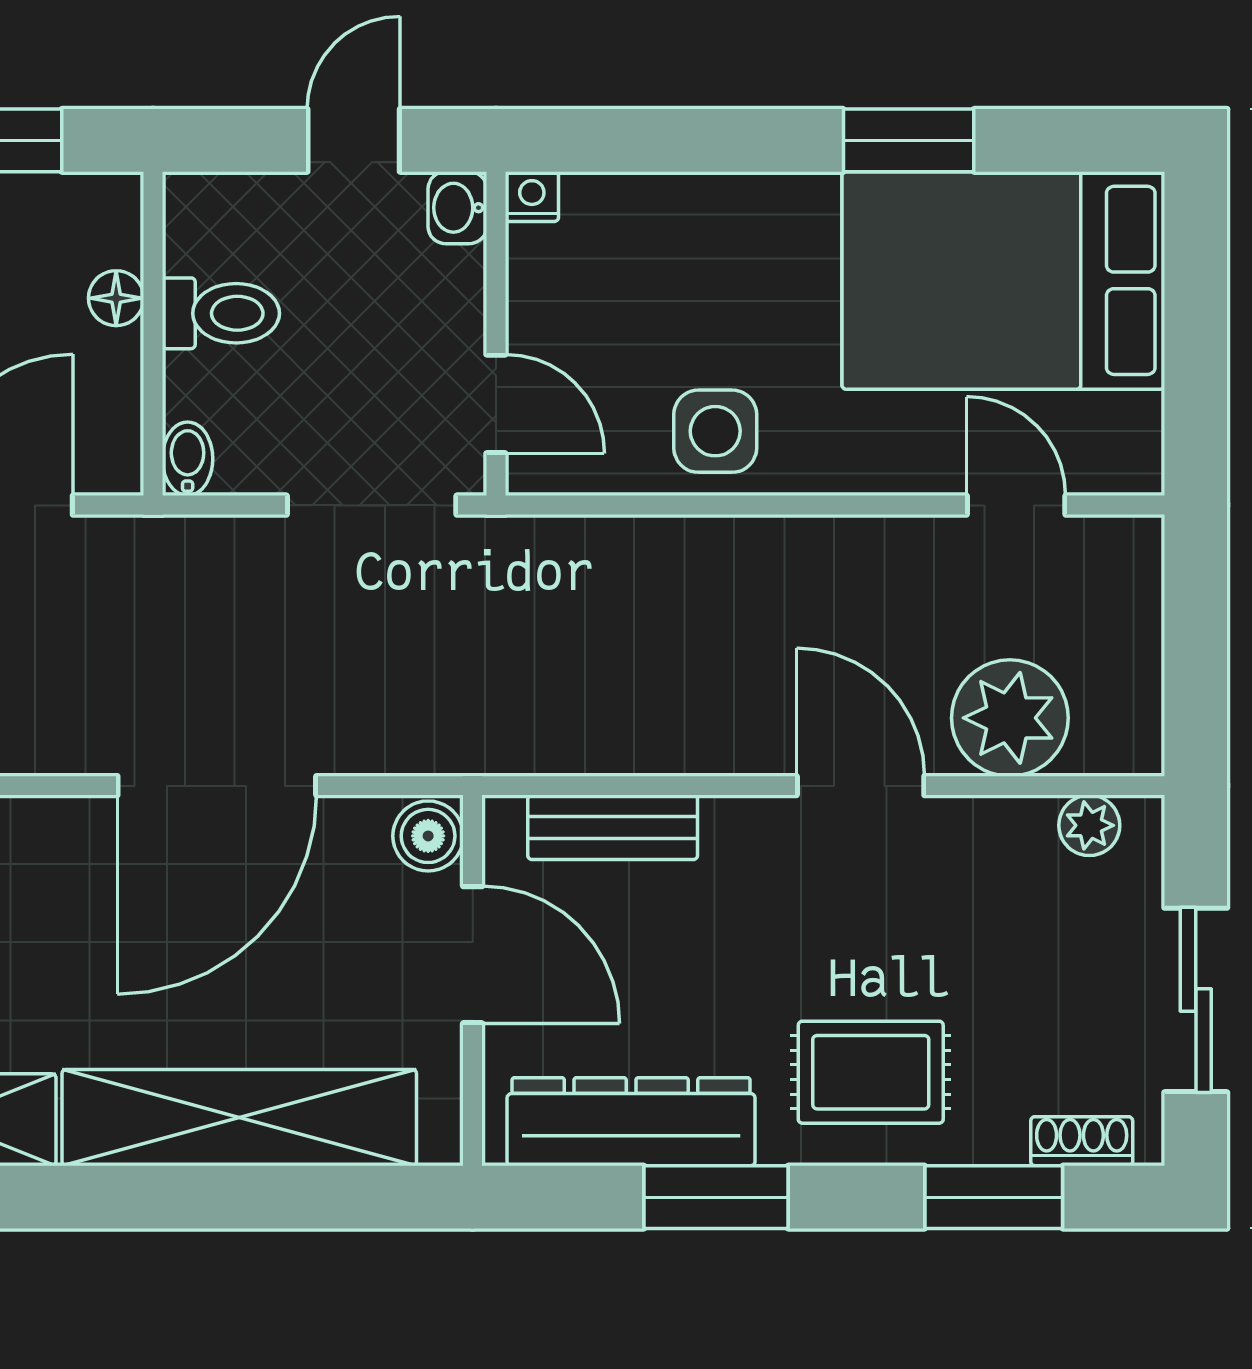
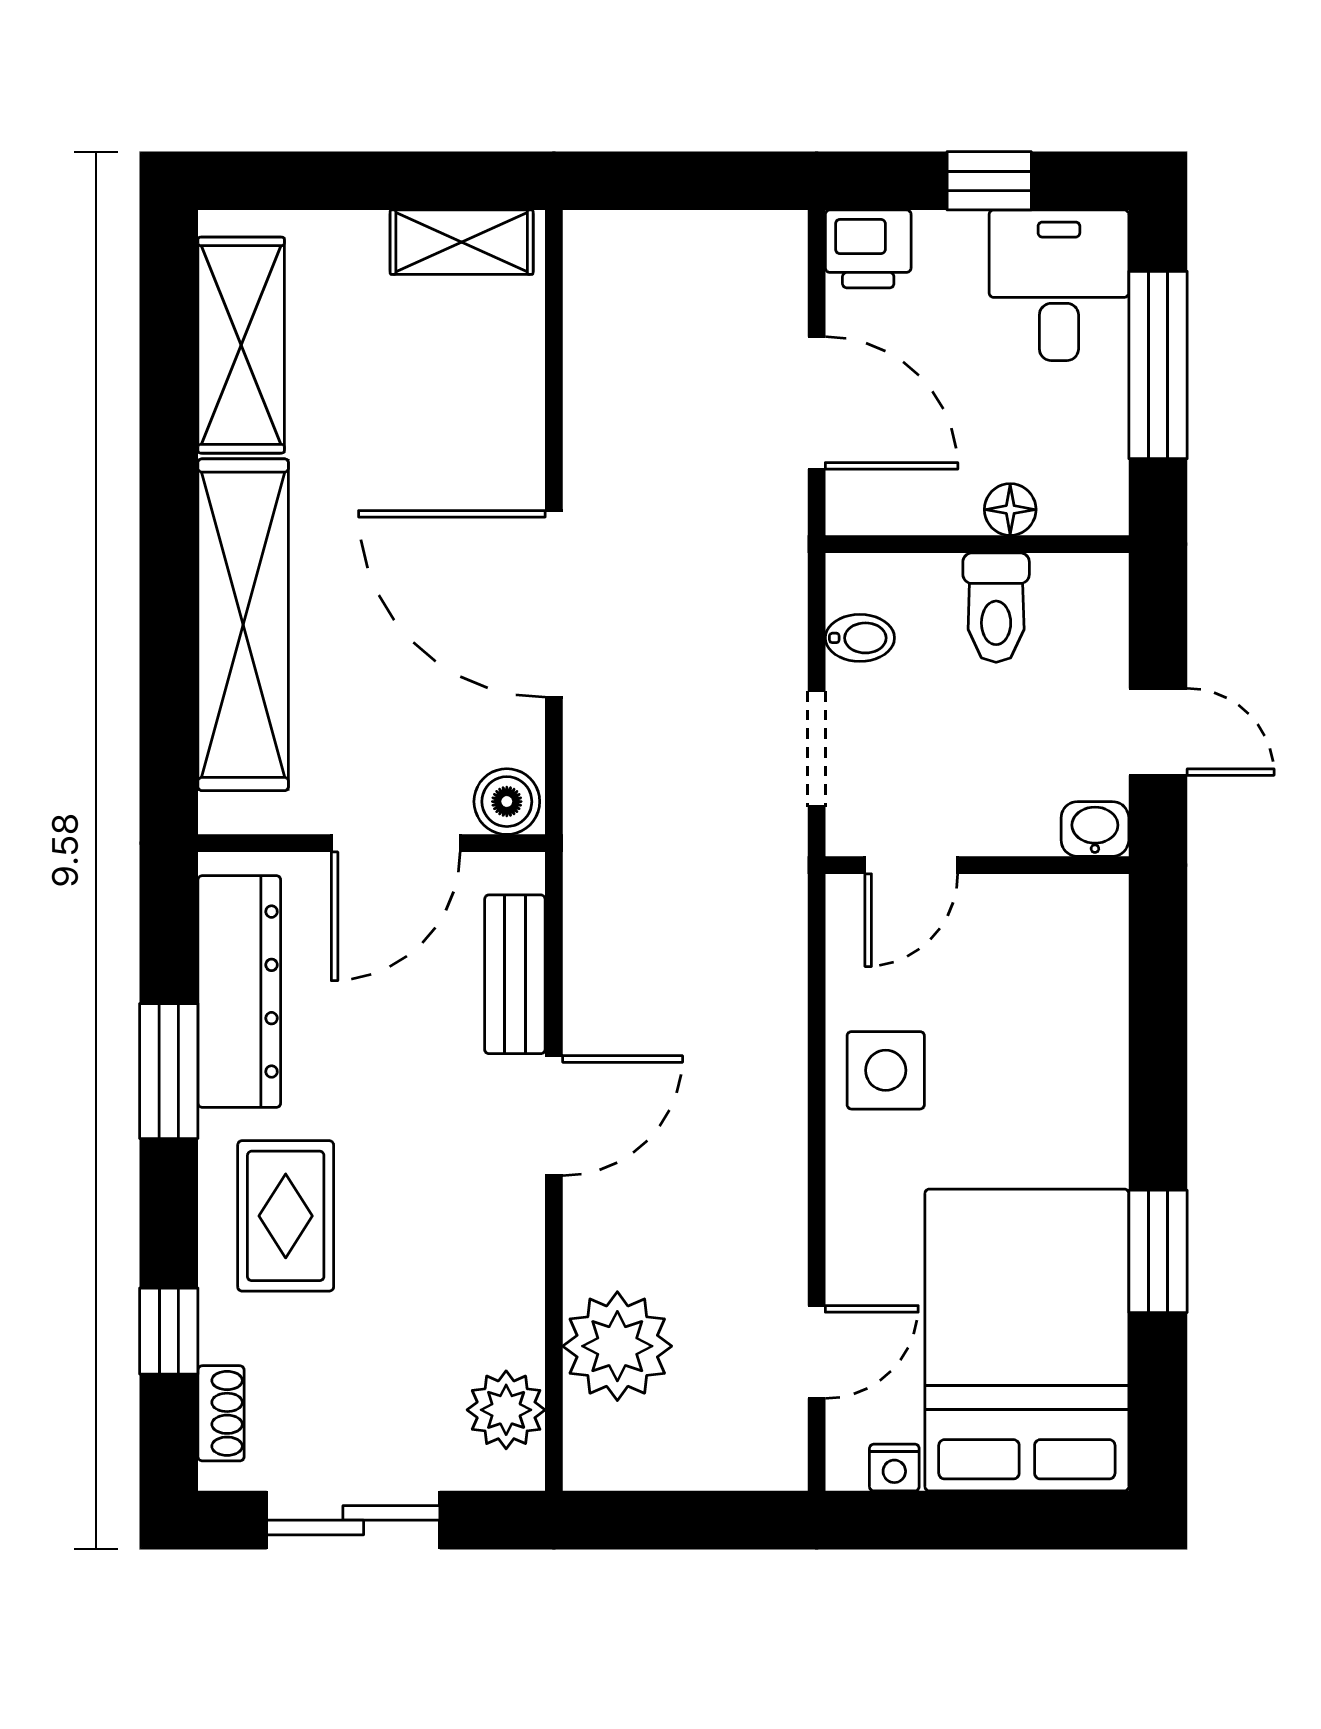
nightstand: (532, 197) -> (894, 1468), moved, turned 90
bidet: (188, 459) -> (860, 638), moved
doorway: (372, 505) -> (817, 749), width x0.73
door: (861, 786) -> (554, 1116), moved
plant: (1089, 825) -> (506, 1410), width x1.38, depth x1.38
window: (994, 1197) -> (169, 1331), width x0.67

